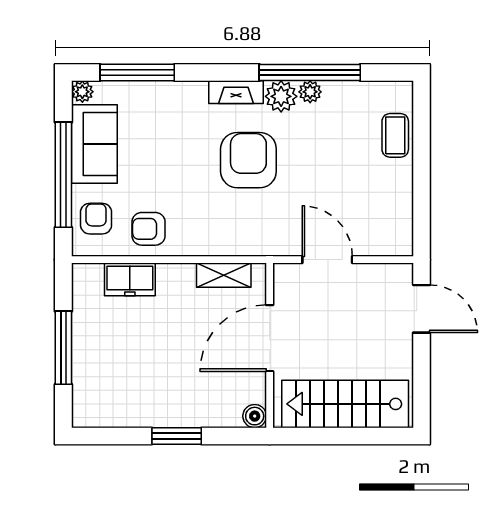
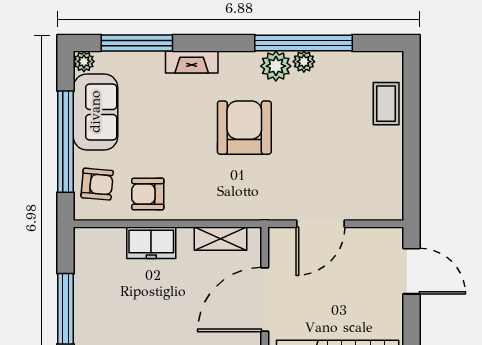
fireplace: (236, 92) -> (192, 62), moved
armchair: (96, 219) -> (97, 184), turned 95
door: (327, 260) -> (320, 224), swing flipped
freezer: (130, 279) -> (151, 243), moved

